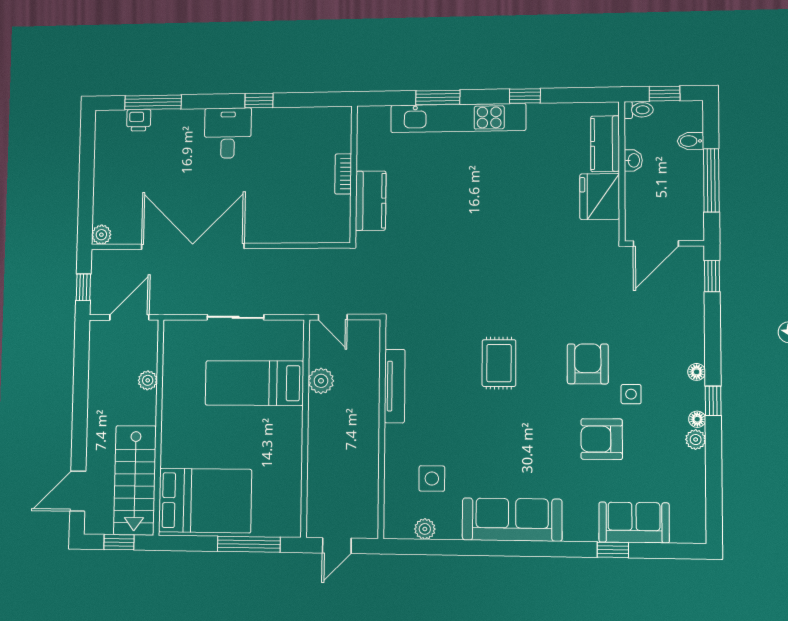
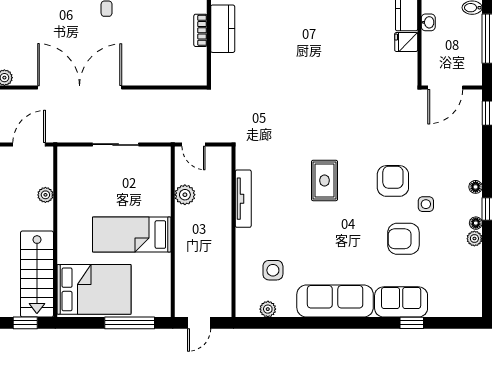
fridge: (600, 196) -> (406, 42), width x0.53, depth x0.75
kitchen counter: (371, 201) -> (223, 29), moved
bed: (254, 383) -> (132, 235), moved
sofa: (634, 522) -> (401, 302), moved

